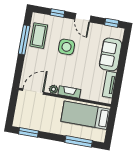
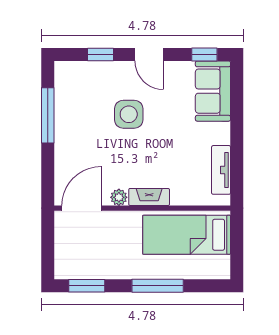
coffee table: (39, 36) -> (73, 102), removed
sofa: (111, 54) -> (213, 91), moved
window: (79, 141) -> (158, 286), moved

